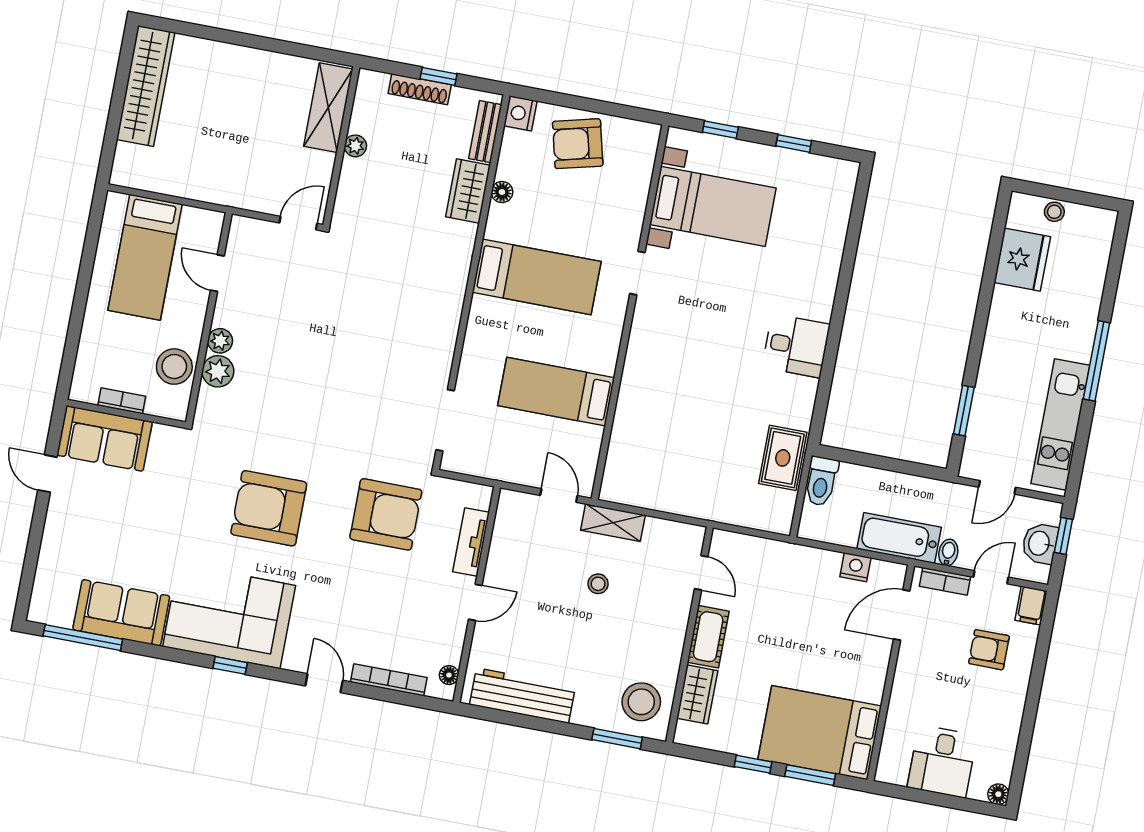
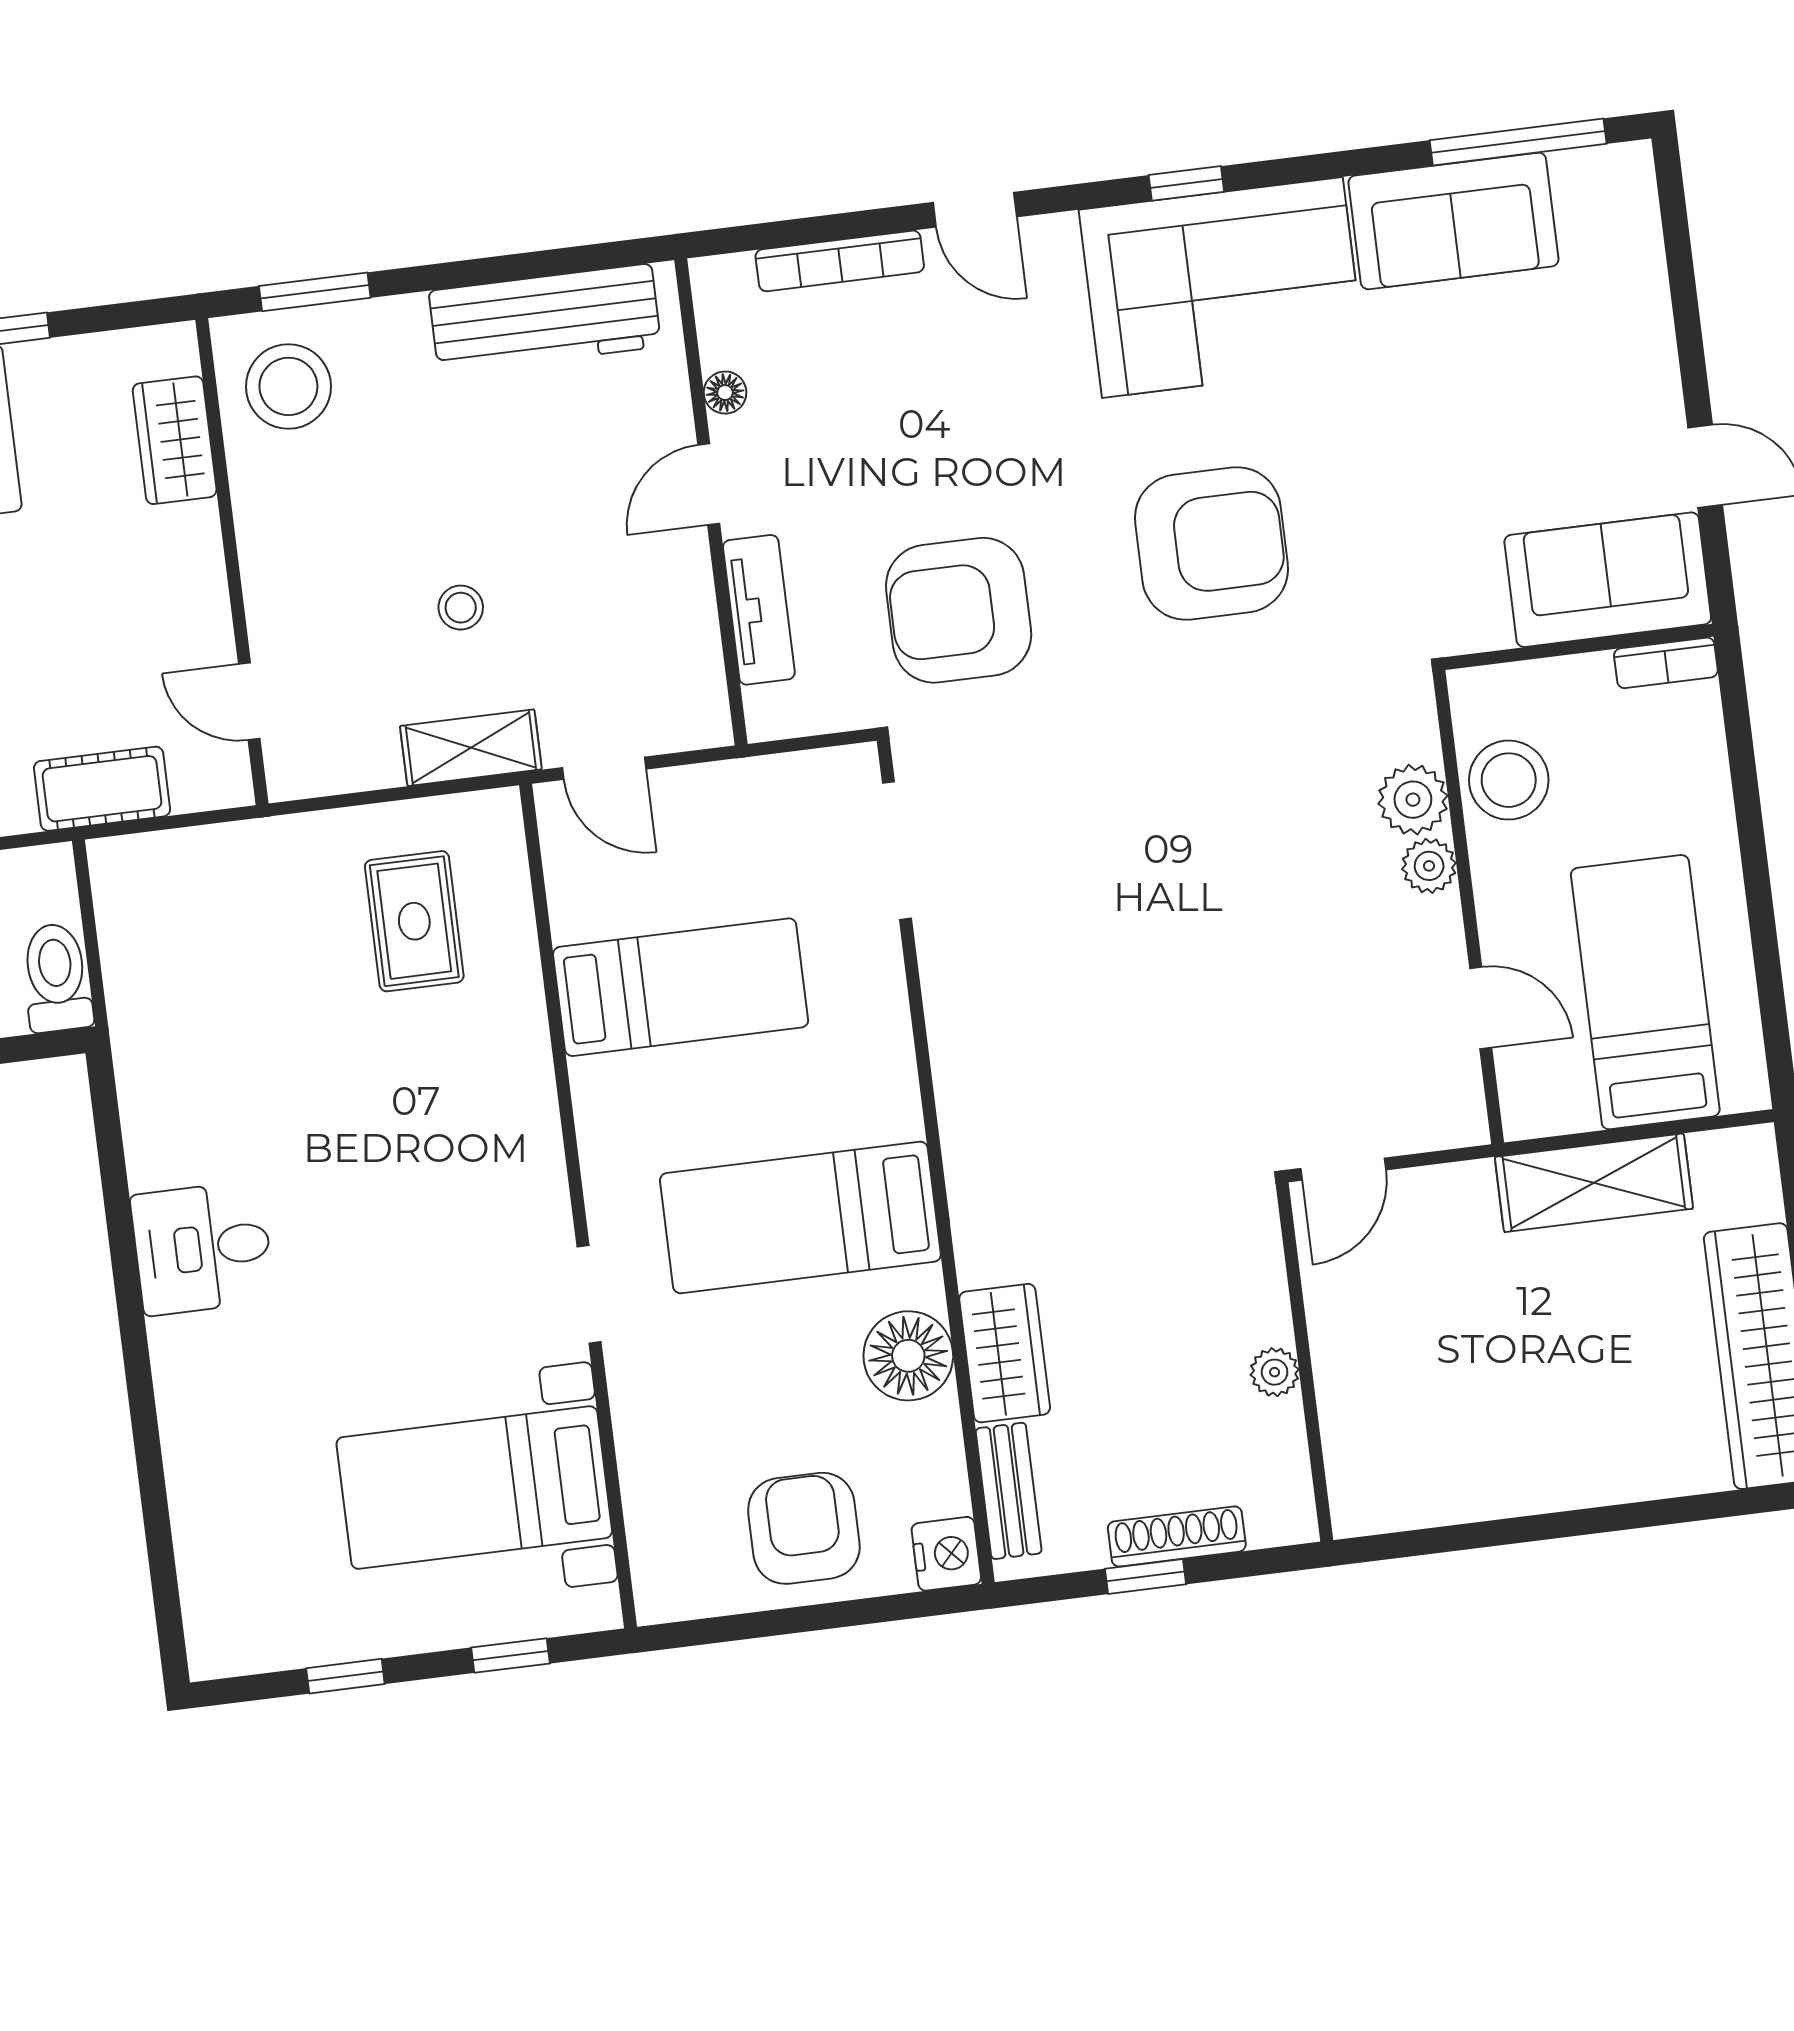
shelving: (328, 108) -> (1594, 1183), moved, turned 90
armchair: (578, 144) -> (804, 1528), turned -76
floor lamp: (502, 192) -> (908, 1356), width x1.89, depth x1.89
bookcase: (122, 401) -> (1666, 663), moved
rug: (783, 458) -> (414, 921), moved
cot: (708, 637) -> (102, 789), moved, turned 90
floor lamp: (449, 675) -> (725, 393), moved

